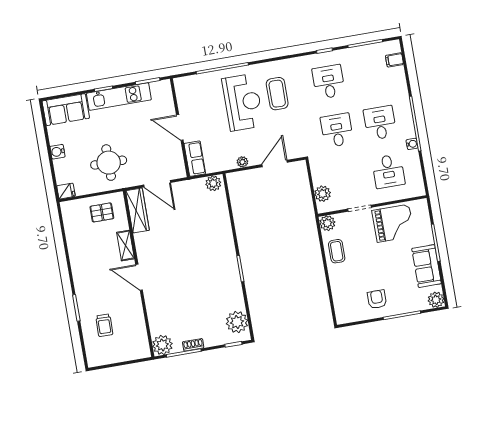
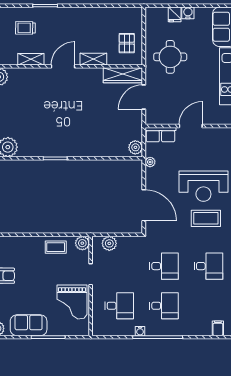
plant: (242, 162) -> (150, 162), moved
door: (275, 163) -> (144, 205), width x1.36
desk: (388, 171) -> (119, 306), turned 180
fridge: (66, 191) -> (175, 14), moved
shelving: (137, 313) -> (31, 59), added

